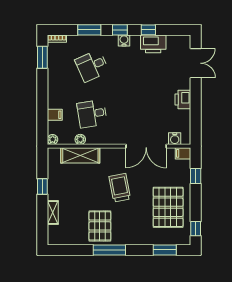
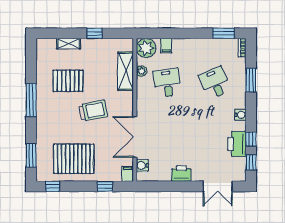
window: (120, 30) -> (251, 162), moved
plant: (53, 139) -> (146, 48), width x1.87, depth x1.87
pallet: (100, 226) -> (68, 81), moved

